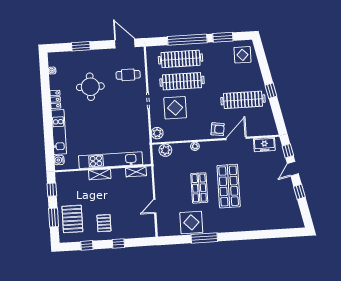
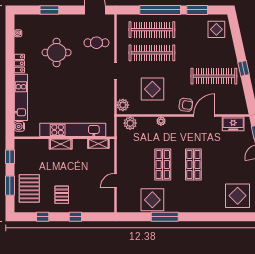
display table: (175, 108) -> (152, 89), moved
shop shelf: (229, 186) -> (193, 164), width x0.70, depth x0.74
display table: (273, 213) -> (238, 196), added

